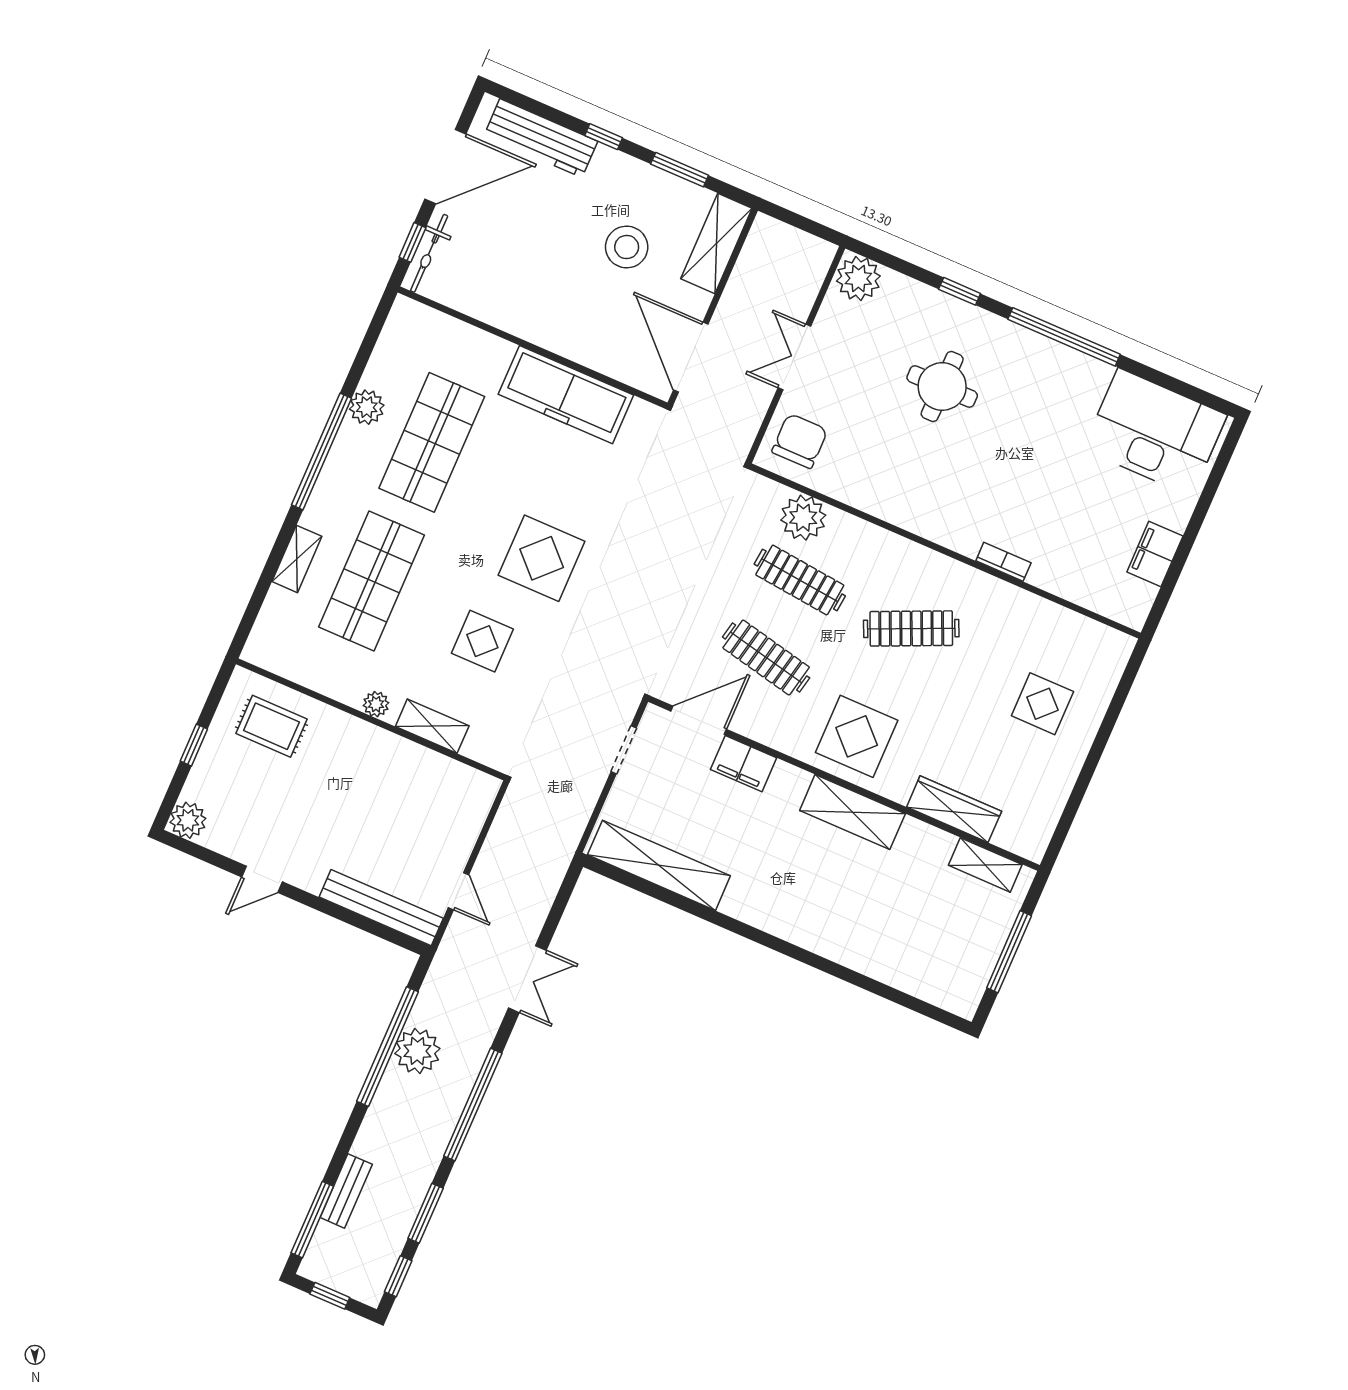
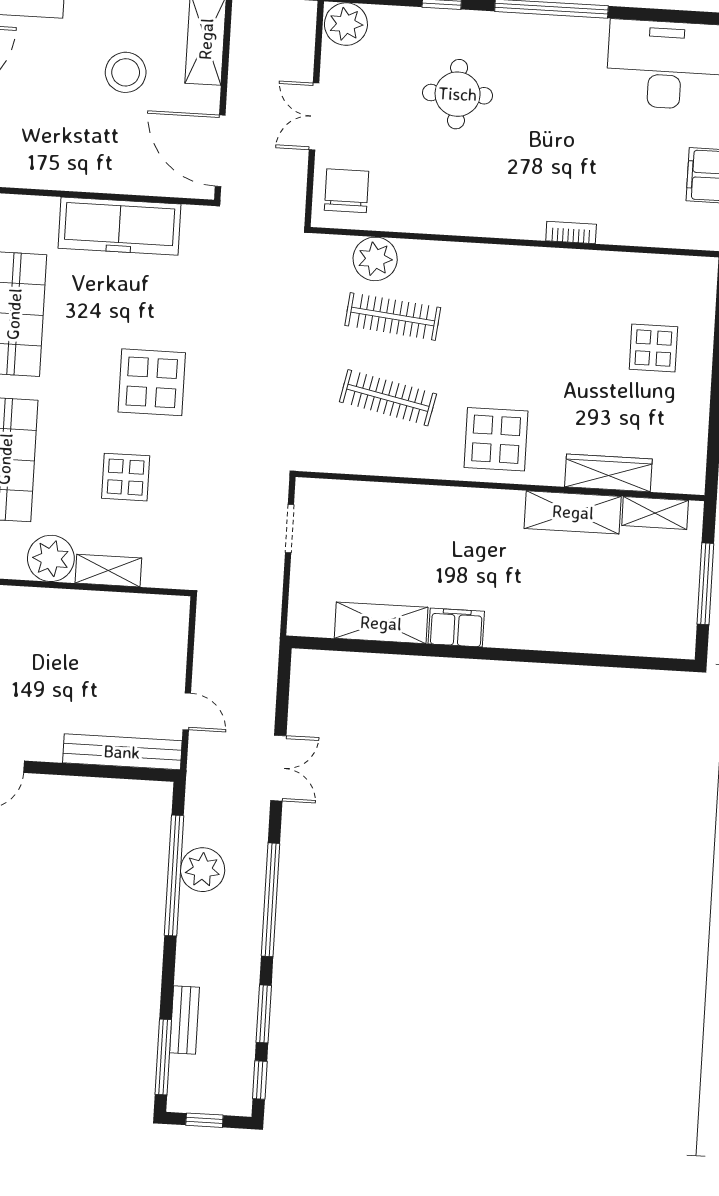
clothes rail: (911, 628) -> (510, 323), removed
plant: (376, 704) -> (51, 558), width x1.87, depth x1.87
door: (699, 720) -> (348, 477), removed
filing cabinet: (744, 764) -> (456, 628), moved, turned 180
shelving: (852, 812) -> (573, 512), moved
shelving: (659, 865) -> (381, 623), width x0.68

